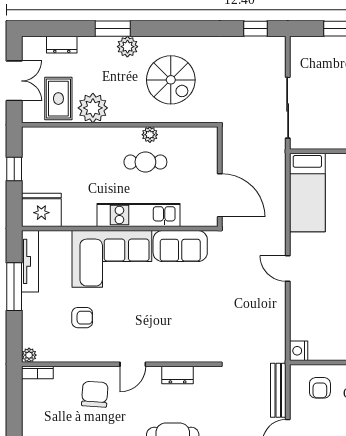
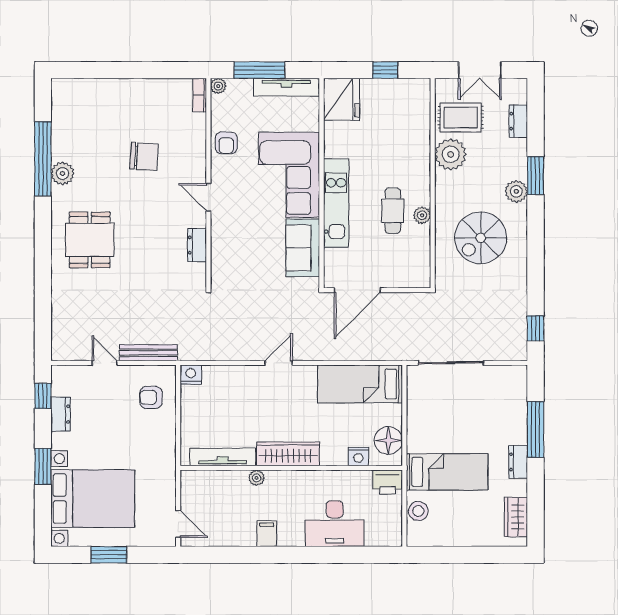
plant: (29, 355) -> (218, 86), moved
wall: (120, 364) -> (208, 183), moved
door: (133, 364) -> (208, 197), moved
bookcase: (37, 373) -> (200, 95), moved
dresser: (178, 375) -> (197, 245), moved

